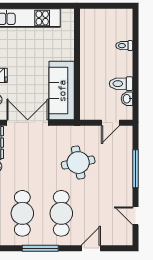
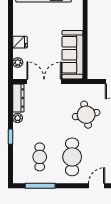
cafe table: (22, 213) -> (40, 157), width x0.73, depth x0.74
window: (40, 248) -> (40, 186), moved

